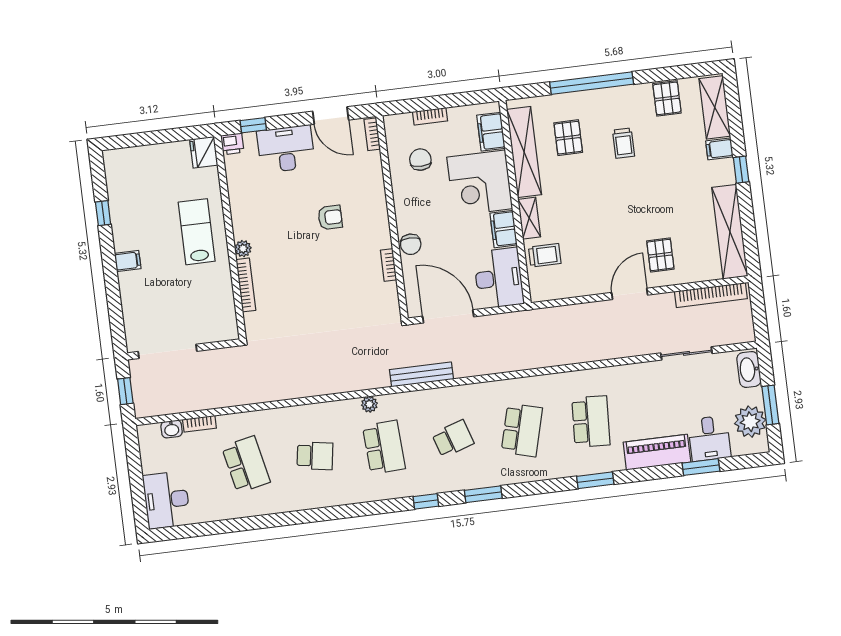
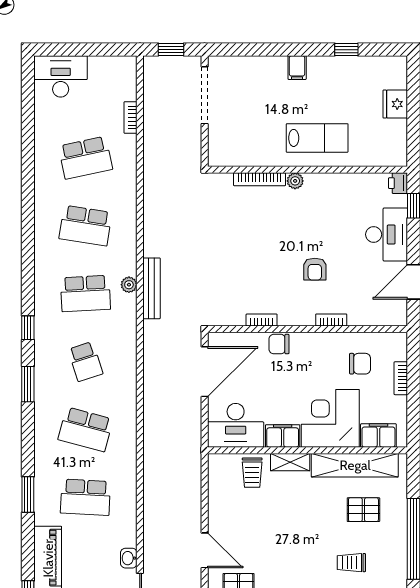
bookcase: (372, 134) -> (331, 320), moved
fridge: (204, 152) -> (395, 104), moved, turned -90
bench: (421, 374) -> (152, 288), moved
washbasin: (172, 429) -> (129, 558), moved
school desk: (315, 456) -> (85, 226), width x1.85

